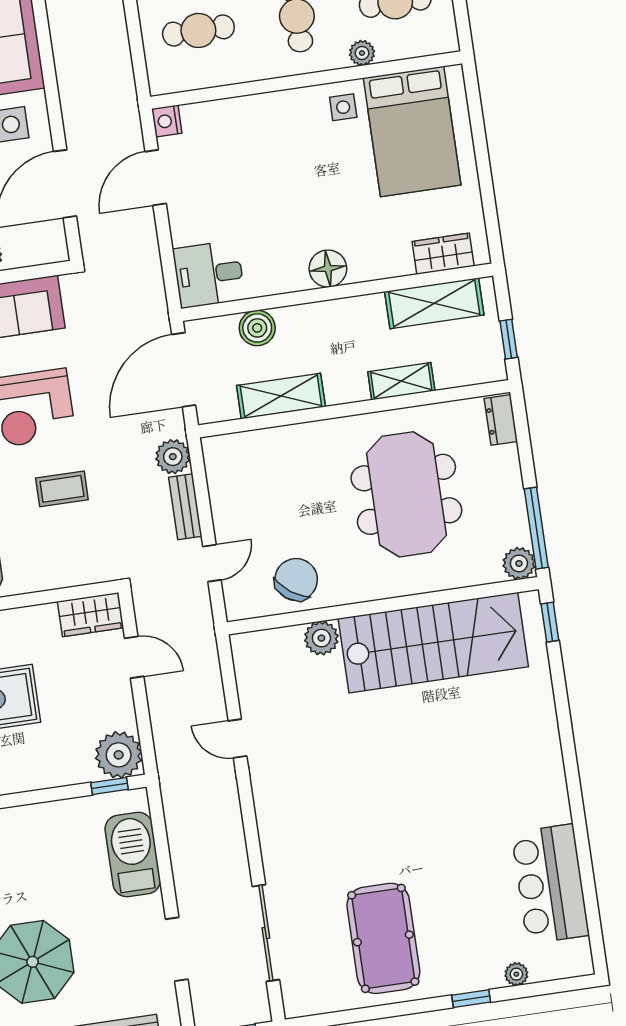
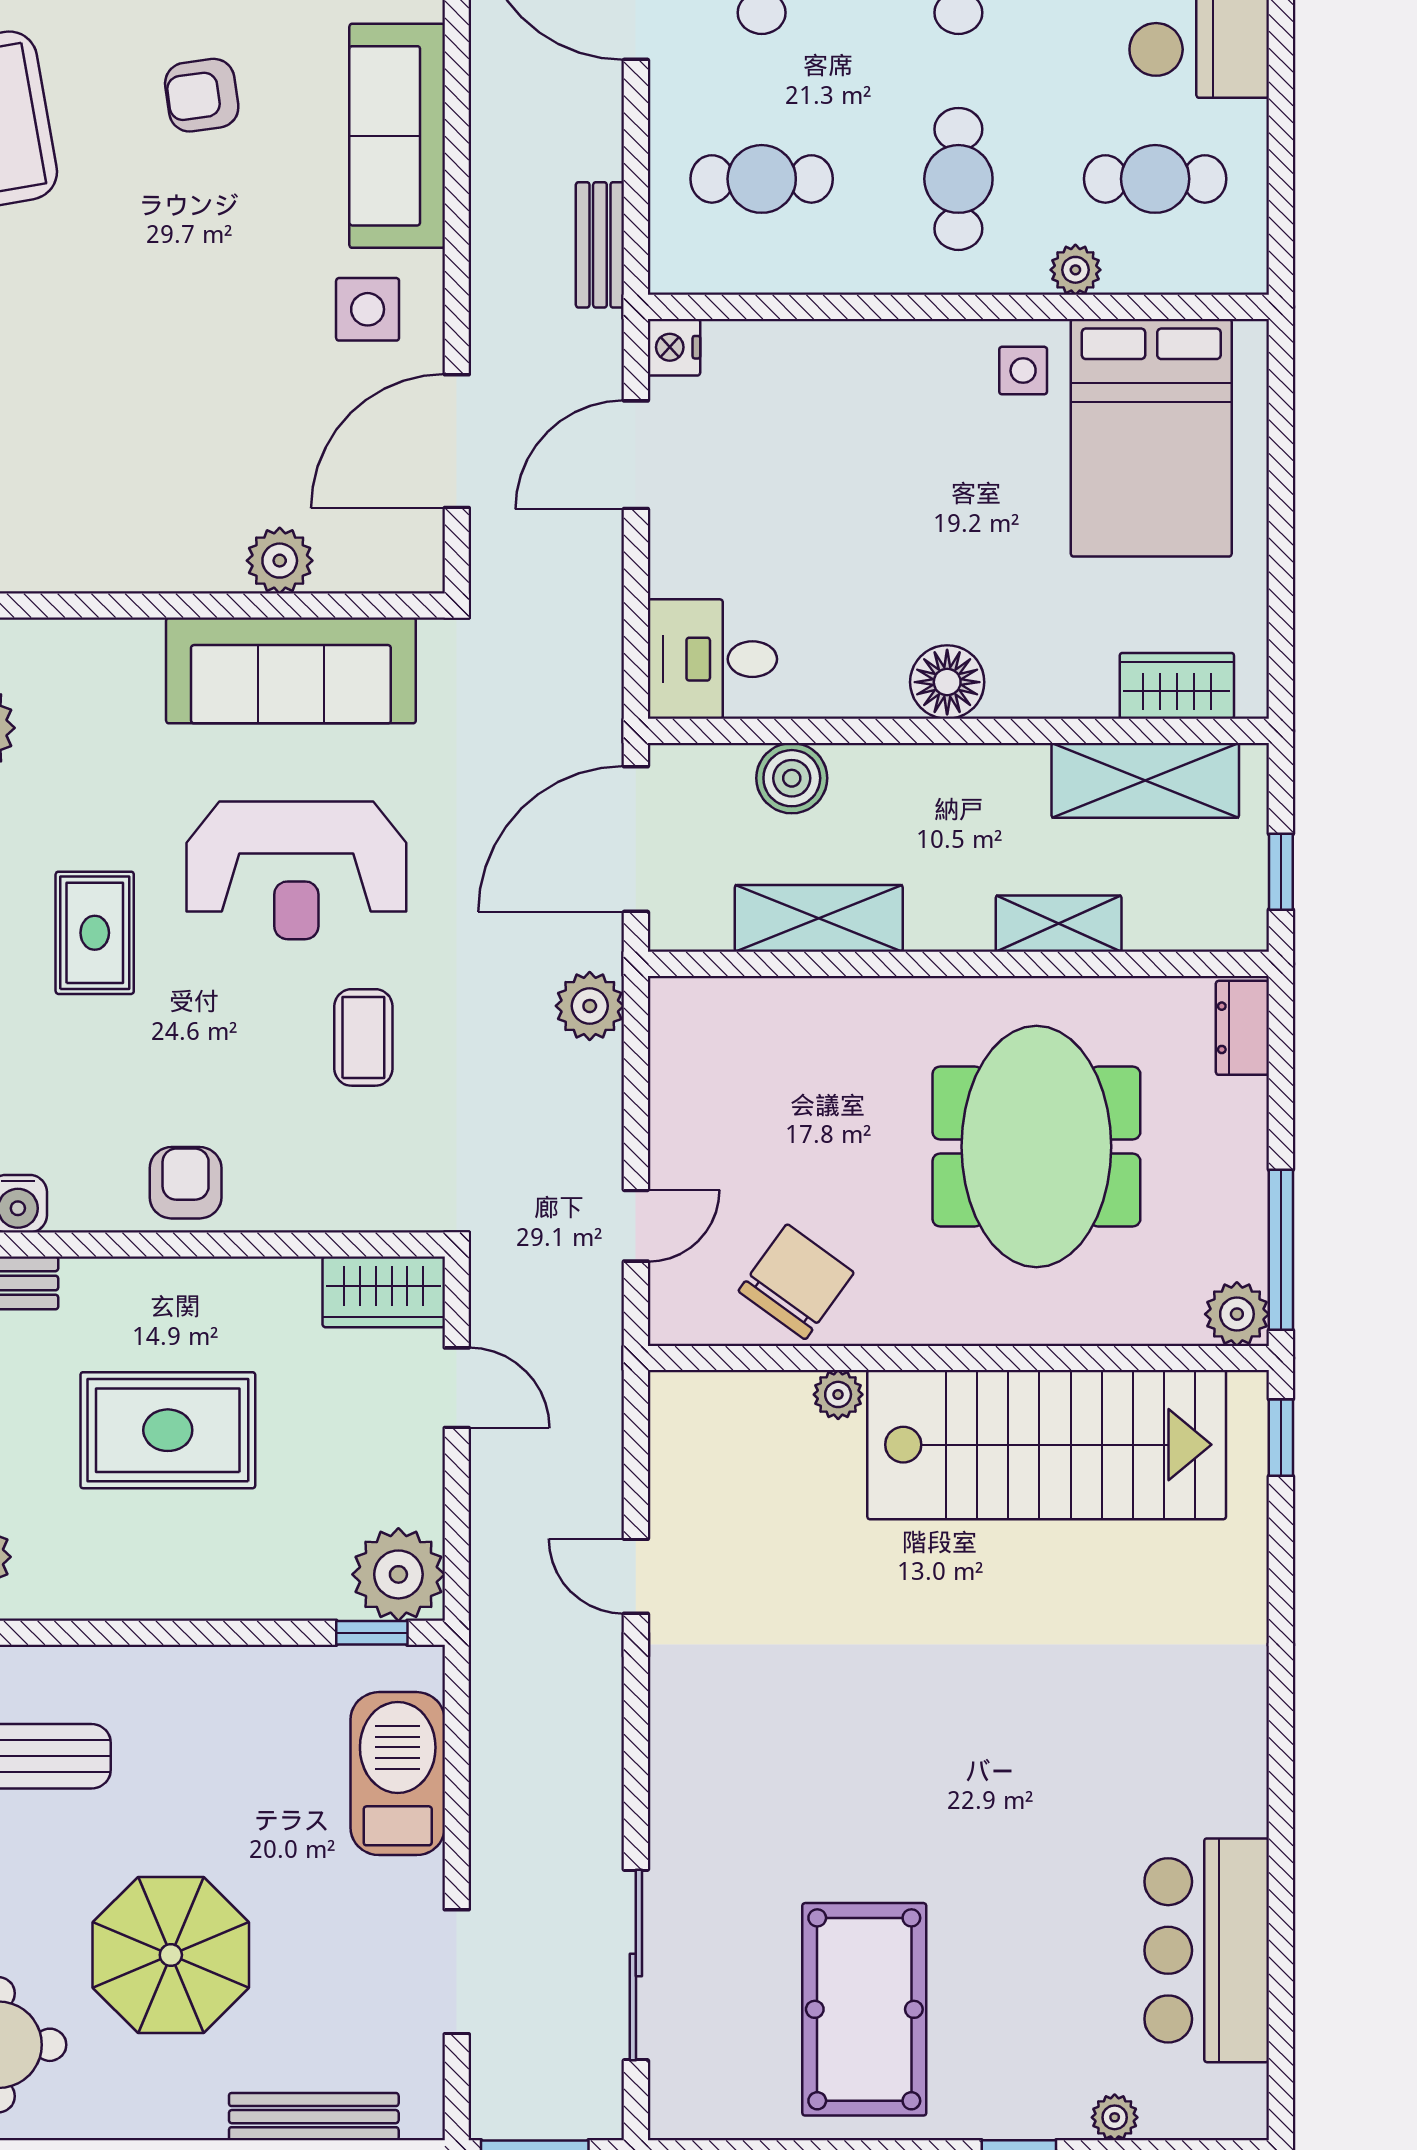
coffee table: (62, 489) -> (363, 1037), turned 90
bench: (185, 507) -> (600, 245), moved
plant: (321, 638) -> (838, 1394), width x0.73, depth x0.73

